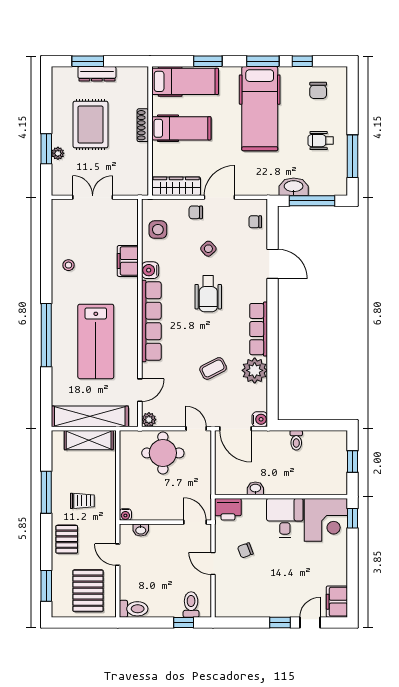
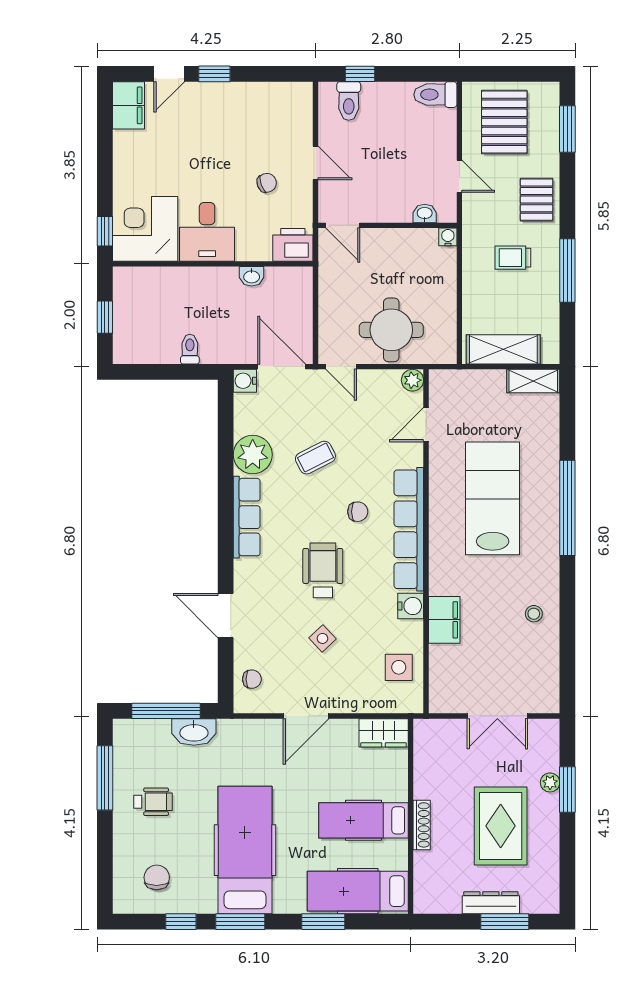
wardrobe: (176, 186) -> (384, 733), width x0.67
chair: (196, 212) -> (358, 512), moved
shelving: (90, 416) -> (533, 381), width x0.45, depth x0.75

